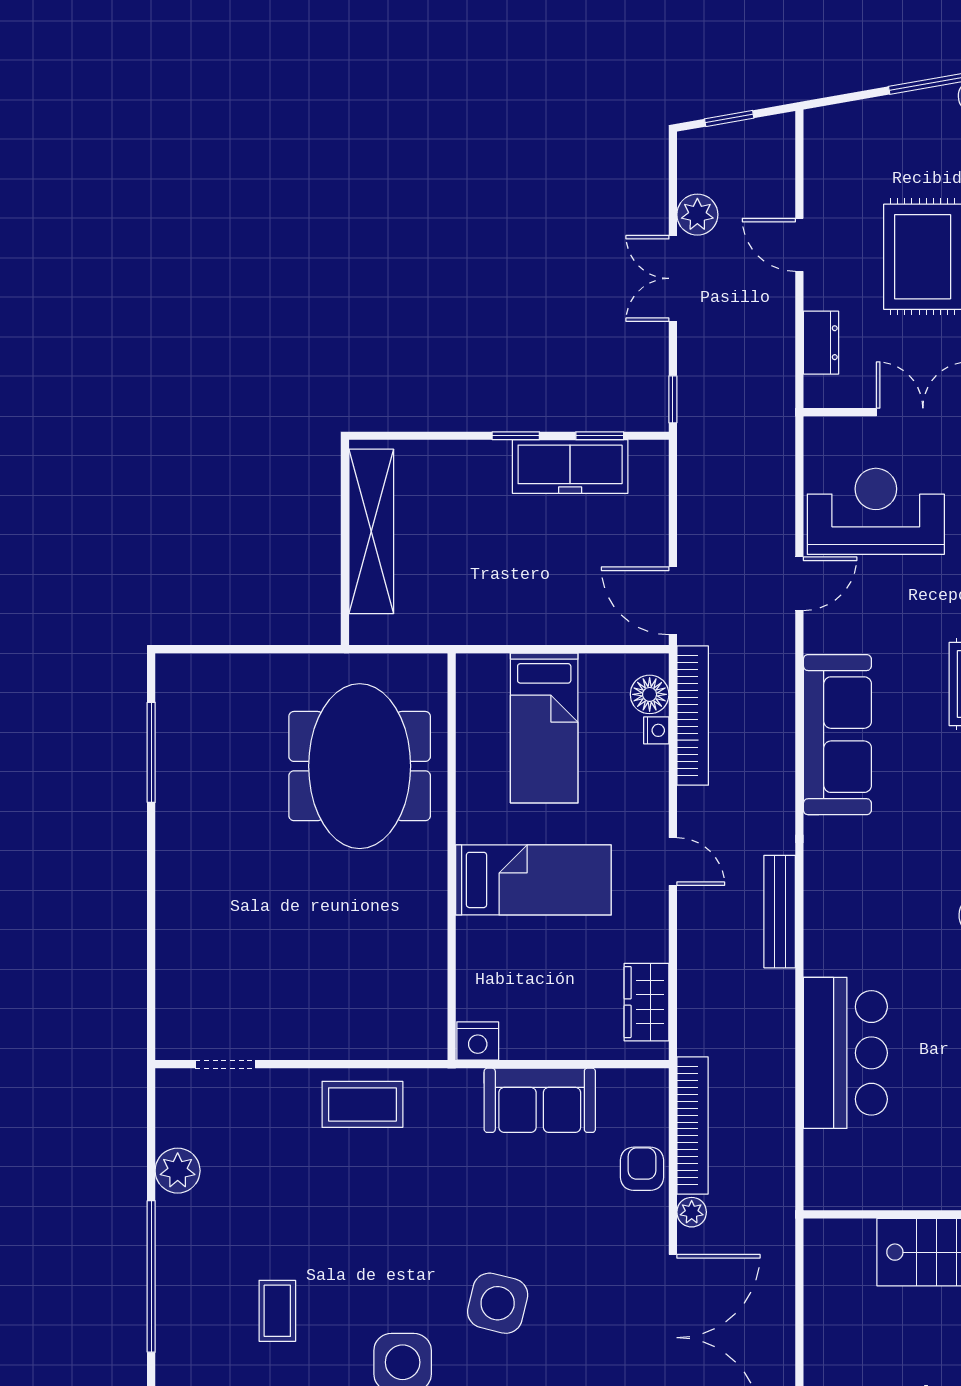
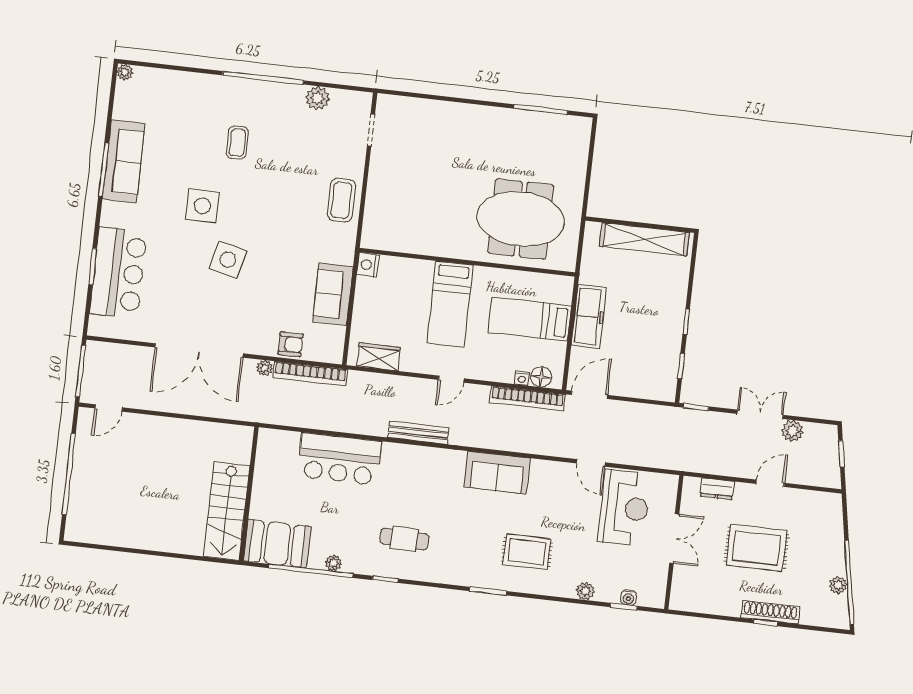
freezer: (570, 467) -> (589, 316), moved, turned 180
sofa: (837, 735) -> (497, 473), width x0.73
coffee table: (277, 1311) -> (237, 143), turned 90

